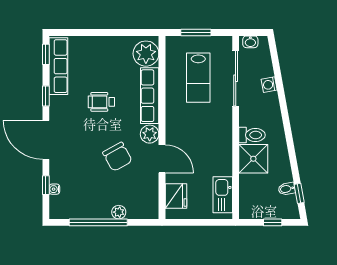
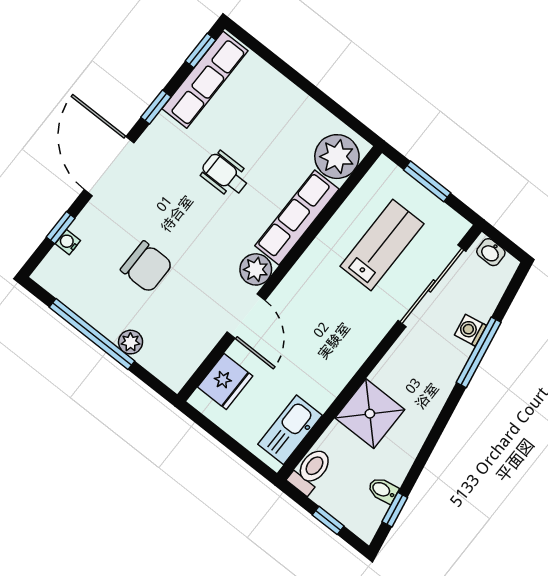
lab bench: (198, 78) -> (382, 245), turned 180
window: (281, 92) -> (479, 352), added
toilet: (252, 135) -> (311, 471), moved, turned -90
chair: (117, 157) -> (147, 267), moved, turned -61

